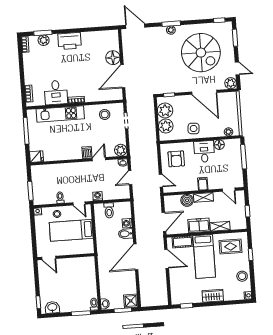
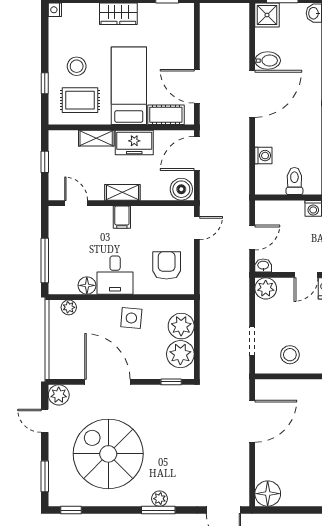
floor lamp: (113, 58) -> (268, 494), moved
door: (161, 181) -> (197, 228), swing flipped
boiler: (187, 200) -> (181, 189), moved
bidet: (126, 234) -> (268, 61), moved
stool: (242, 276) -> (77, 66), moved

